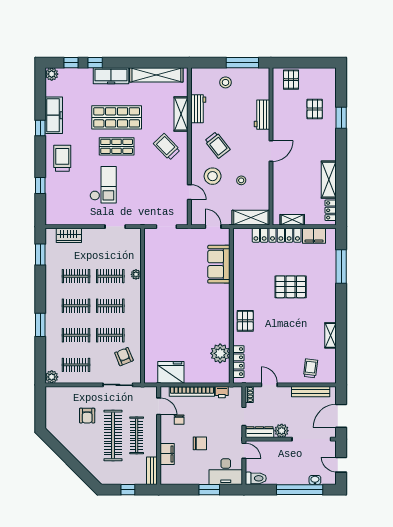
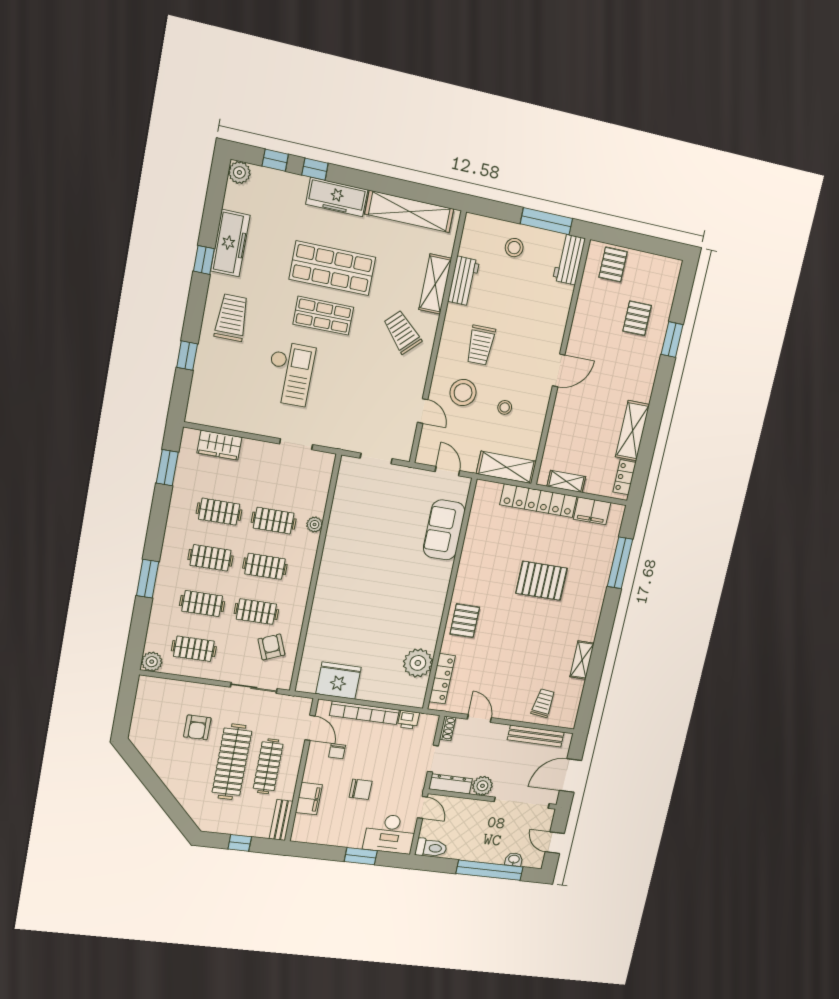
workbench: (262, 115) -> (569, 259), moved
trolley: (217, 145) -> (481, 345), turned 38

